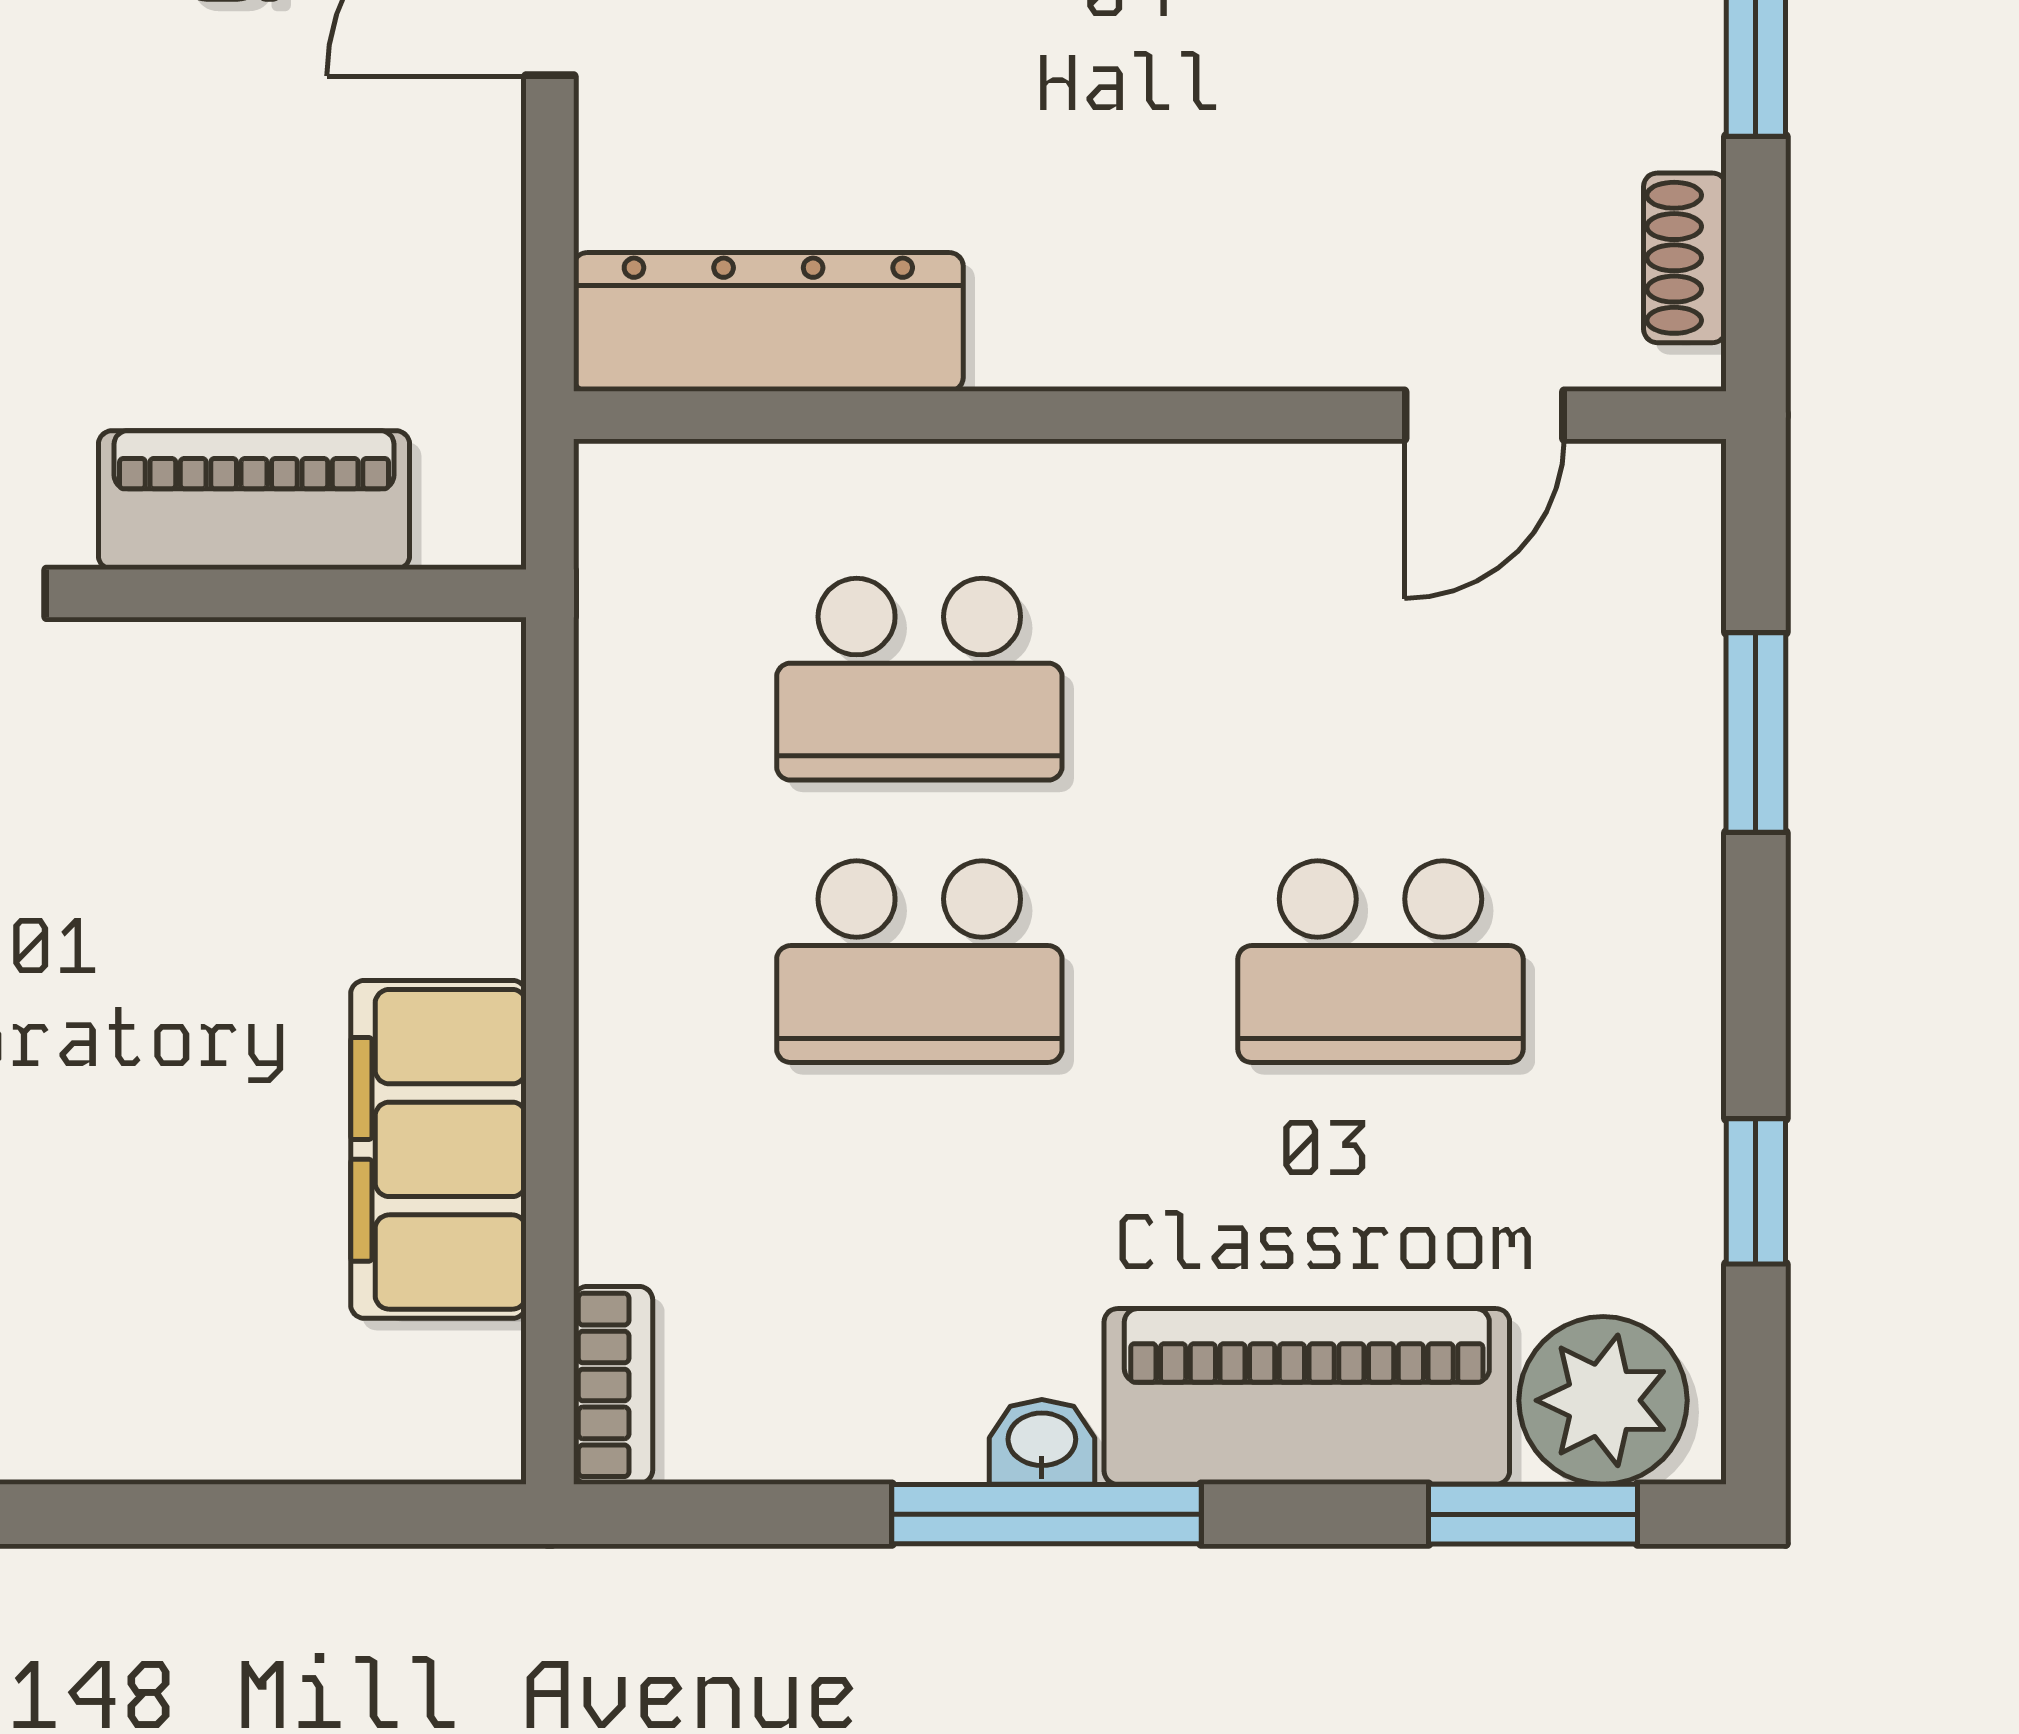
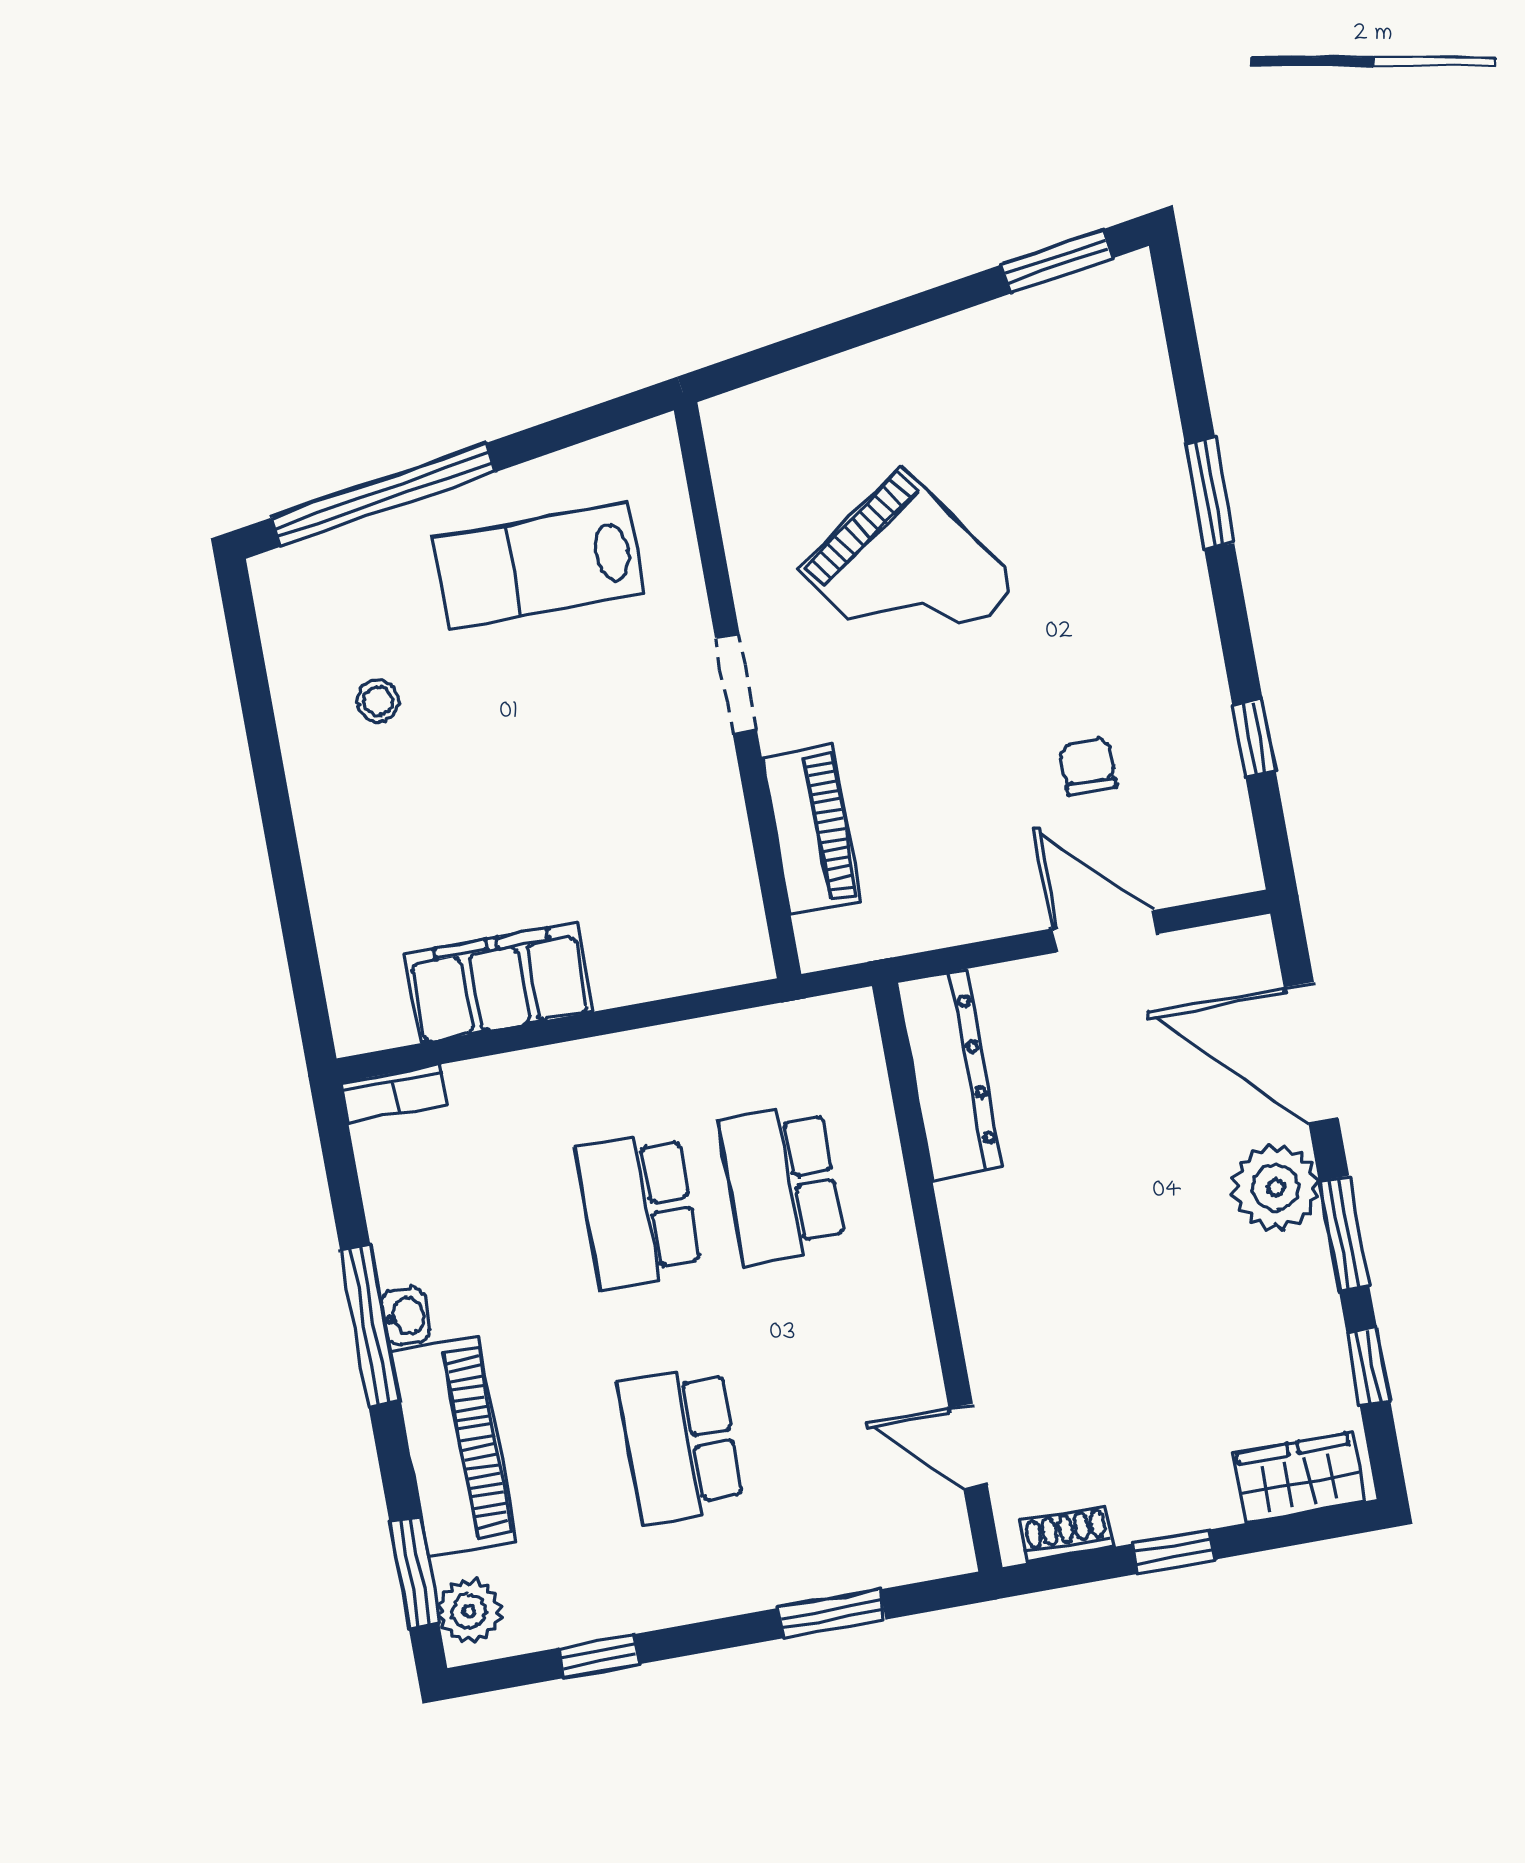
plant: (1603, 1400) -> (469, 1611), width x0.73, depth x0.73

